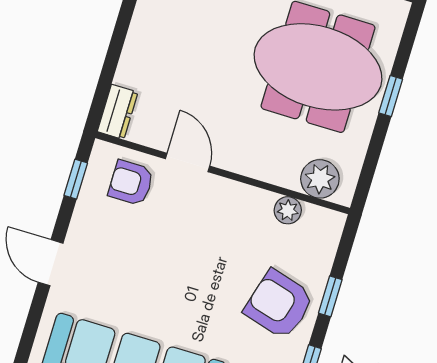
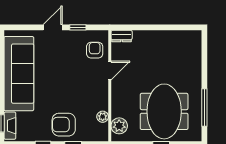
window: (76, 179) -> (78, 27), moved
armchair: (279, 304) -> (64, 125), turned -106

